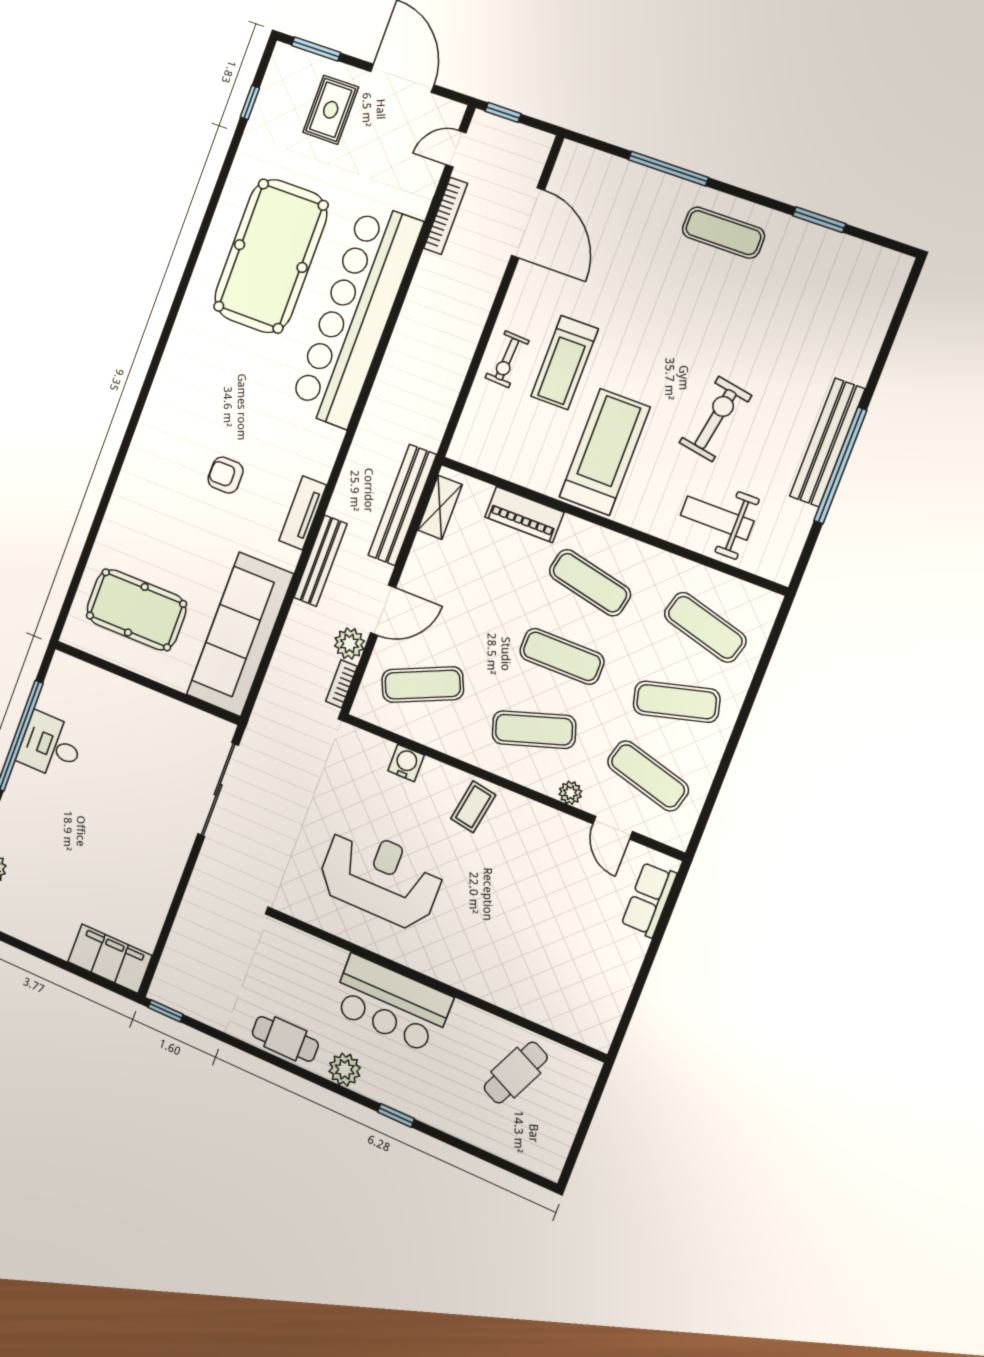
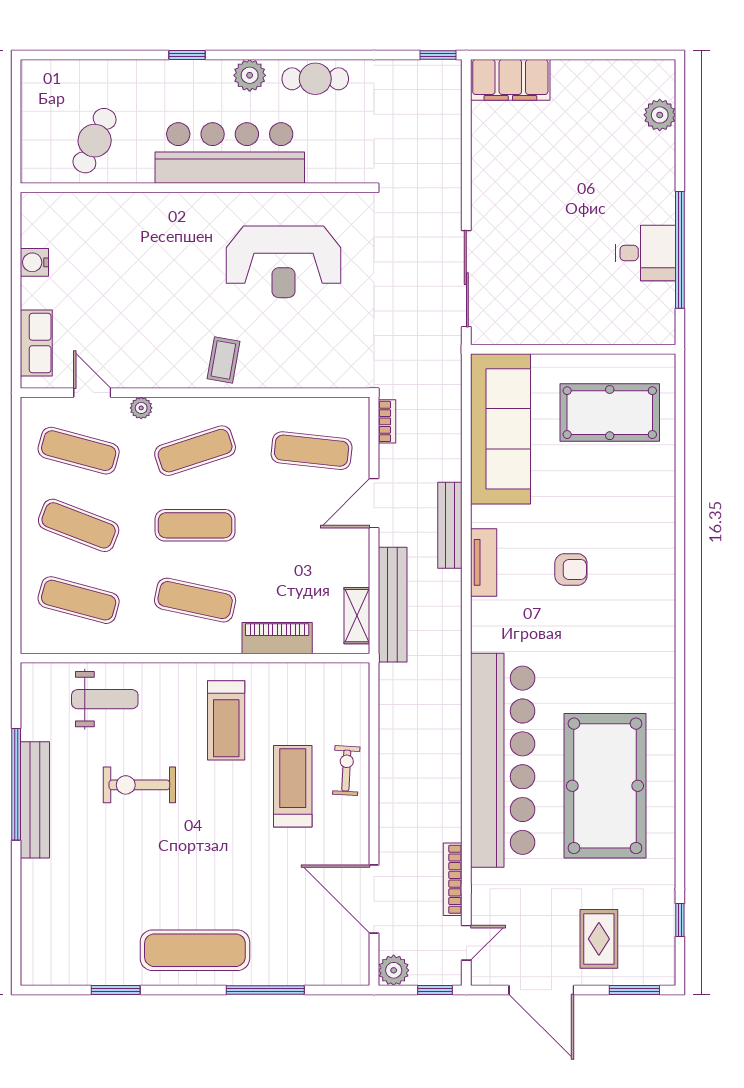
exercise mat: (723, 233) -> (195, 950), width x1.36, depth x1.45
exercise bike: (715, 419) -> (139, 785), turned 80
treadmill: (605, 452) -> (226, 720), width x0.73, depth x0.73
plant: (349, 644) -> (394, 970), moved
exercise mat: (423, 685) -> (312, 451), turned 30
exercise mat: (677, 702) -> (79, 525), turned 36
water cooler: (406, 763) -> (34, 262), moved, turned 90
bar counter: (391, 1004) -> (230, 153), width x1.36

